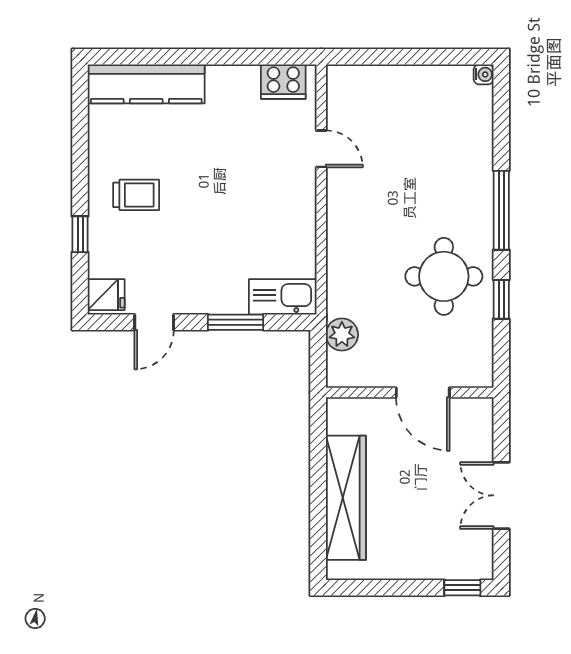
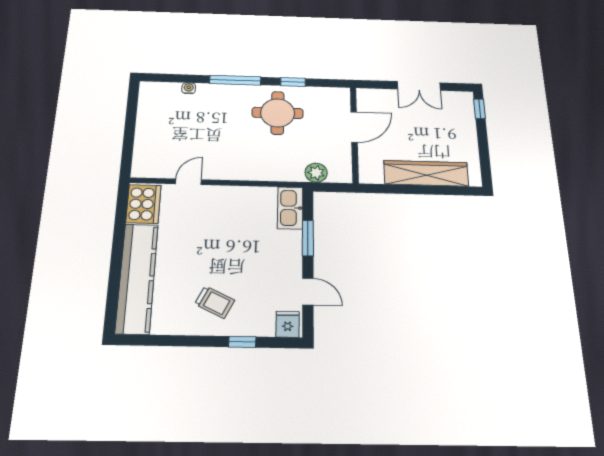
water cooler: (484, 74) -> (189, 88), moved
cooker: (283, 82) -> (143, 204), width x1.37, depth x1.31
kitchen counter: (146, 84) -> (137, 278), width x1.39, depth x1.17
trolley: (136, 195) -> (215, 302), turned 116

